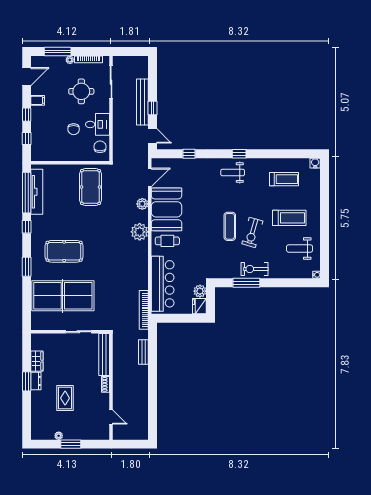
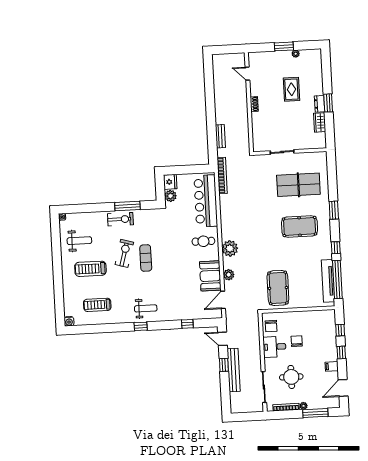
booth: (166, 209) -> (210, 276), width x0.73, depth x0.70
table tennis table: (63, 296) -> (298, 185), width x0.73, depth x0.76
bench: (104, 354) -> (257, 132), removed

